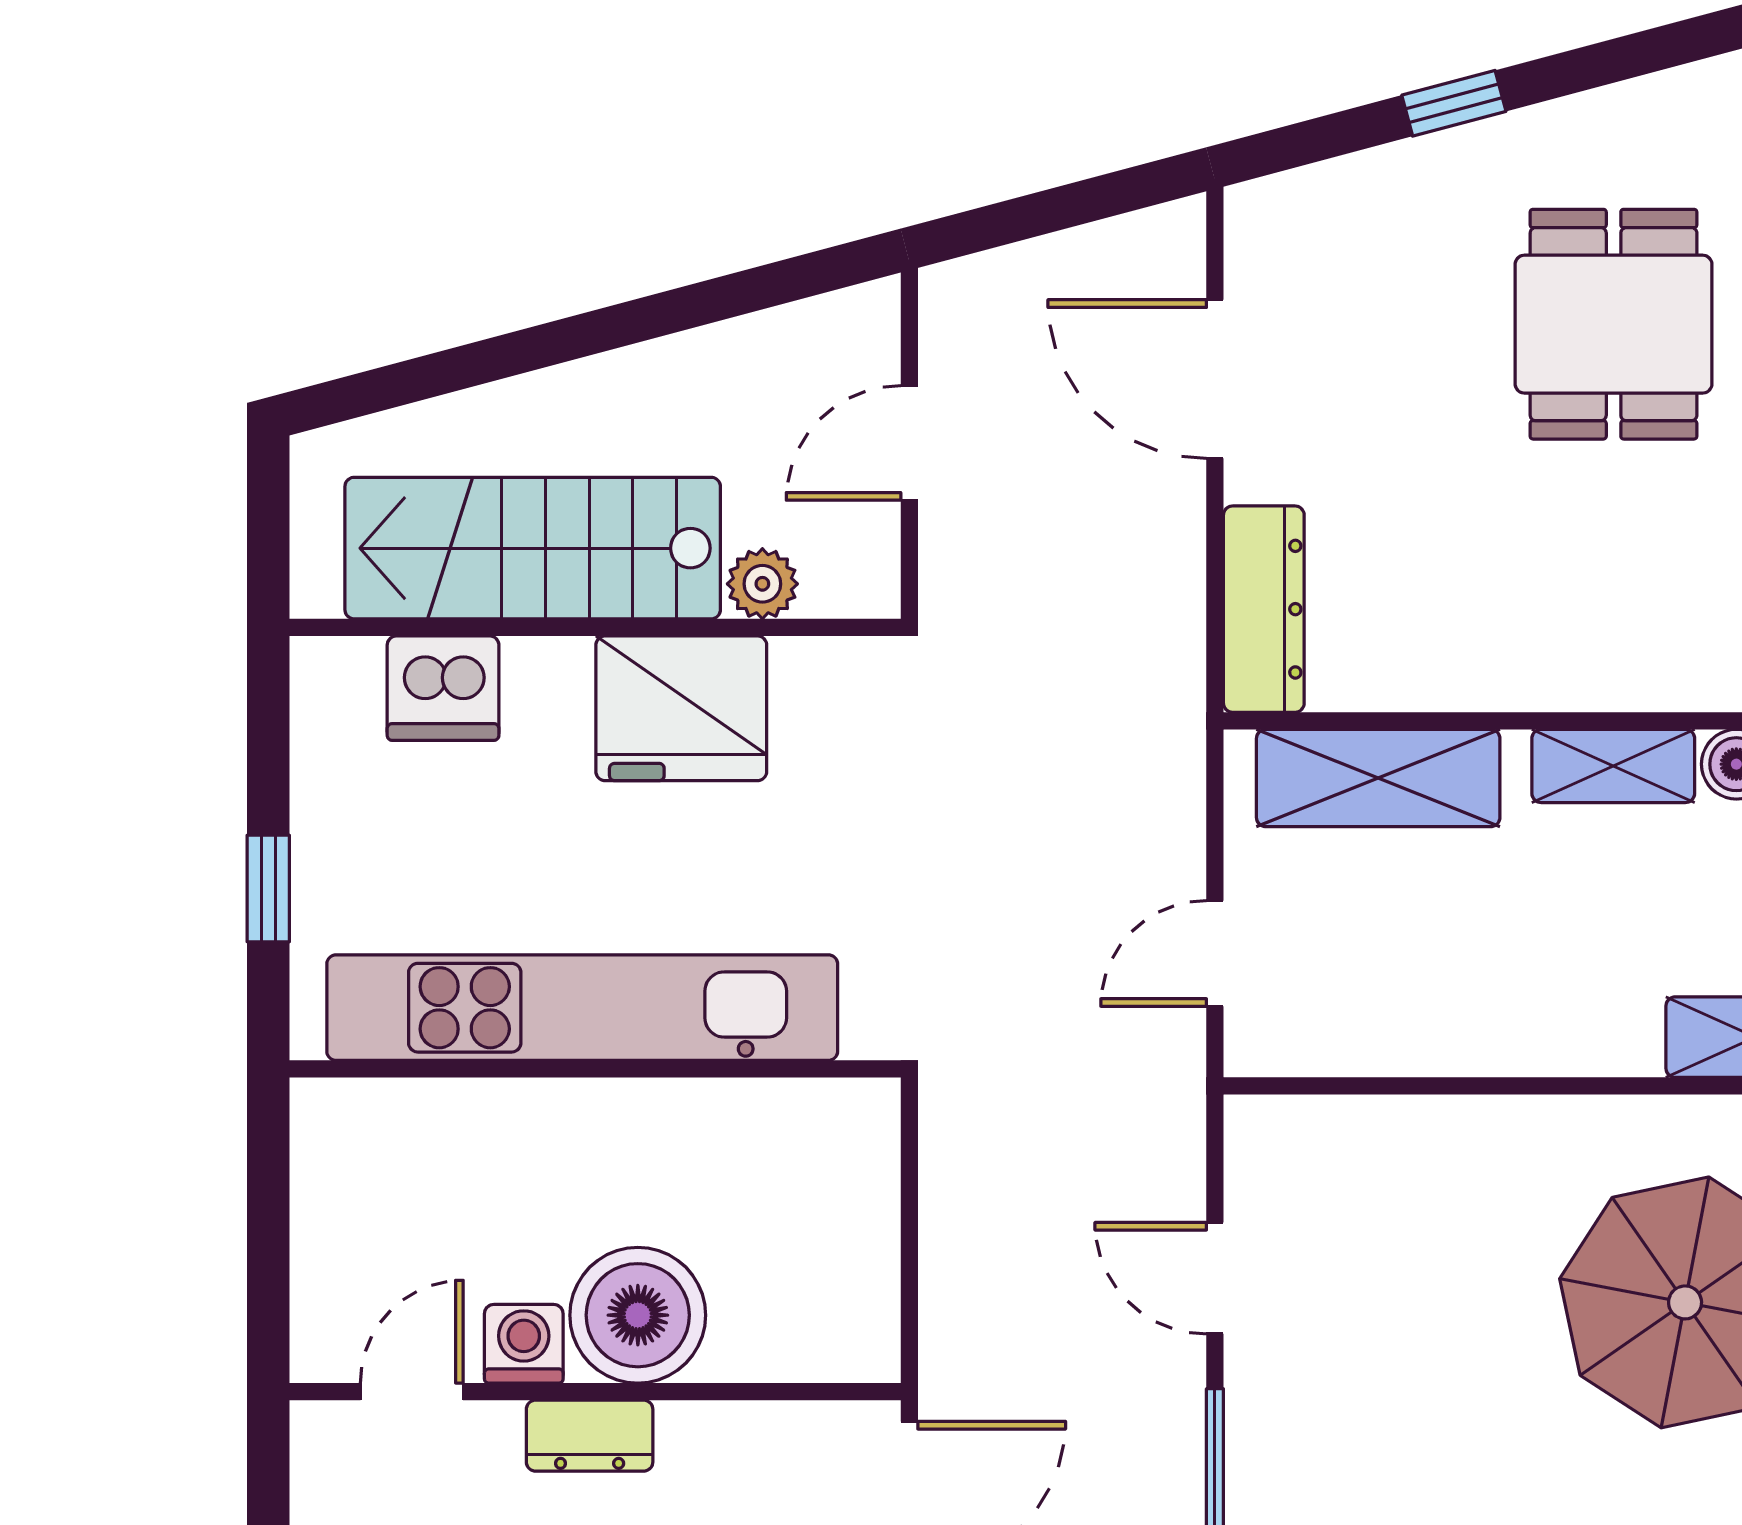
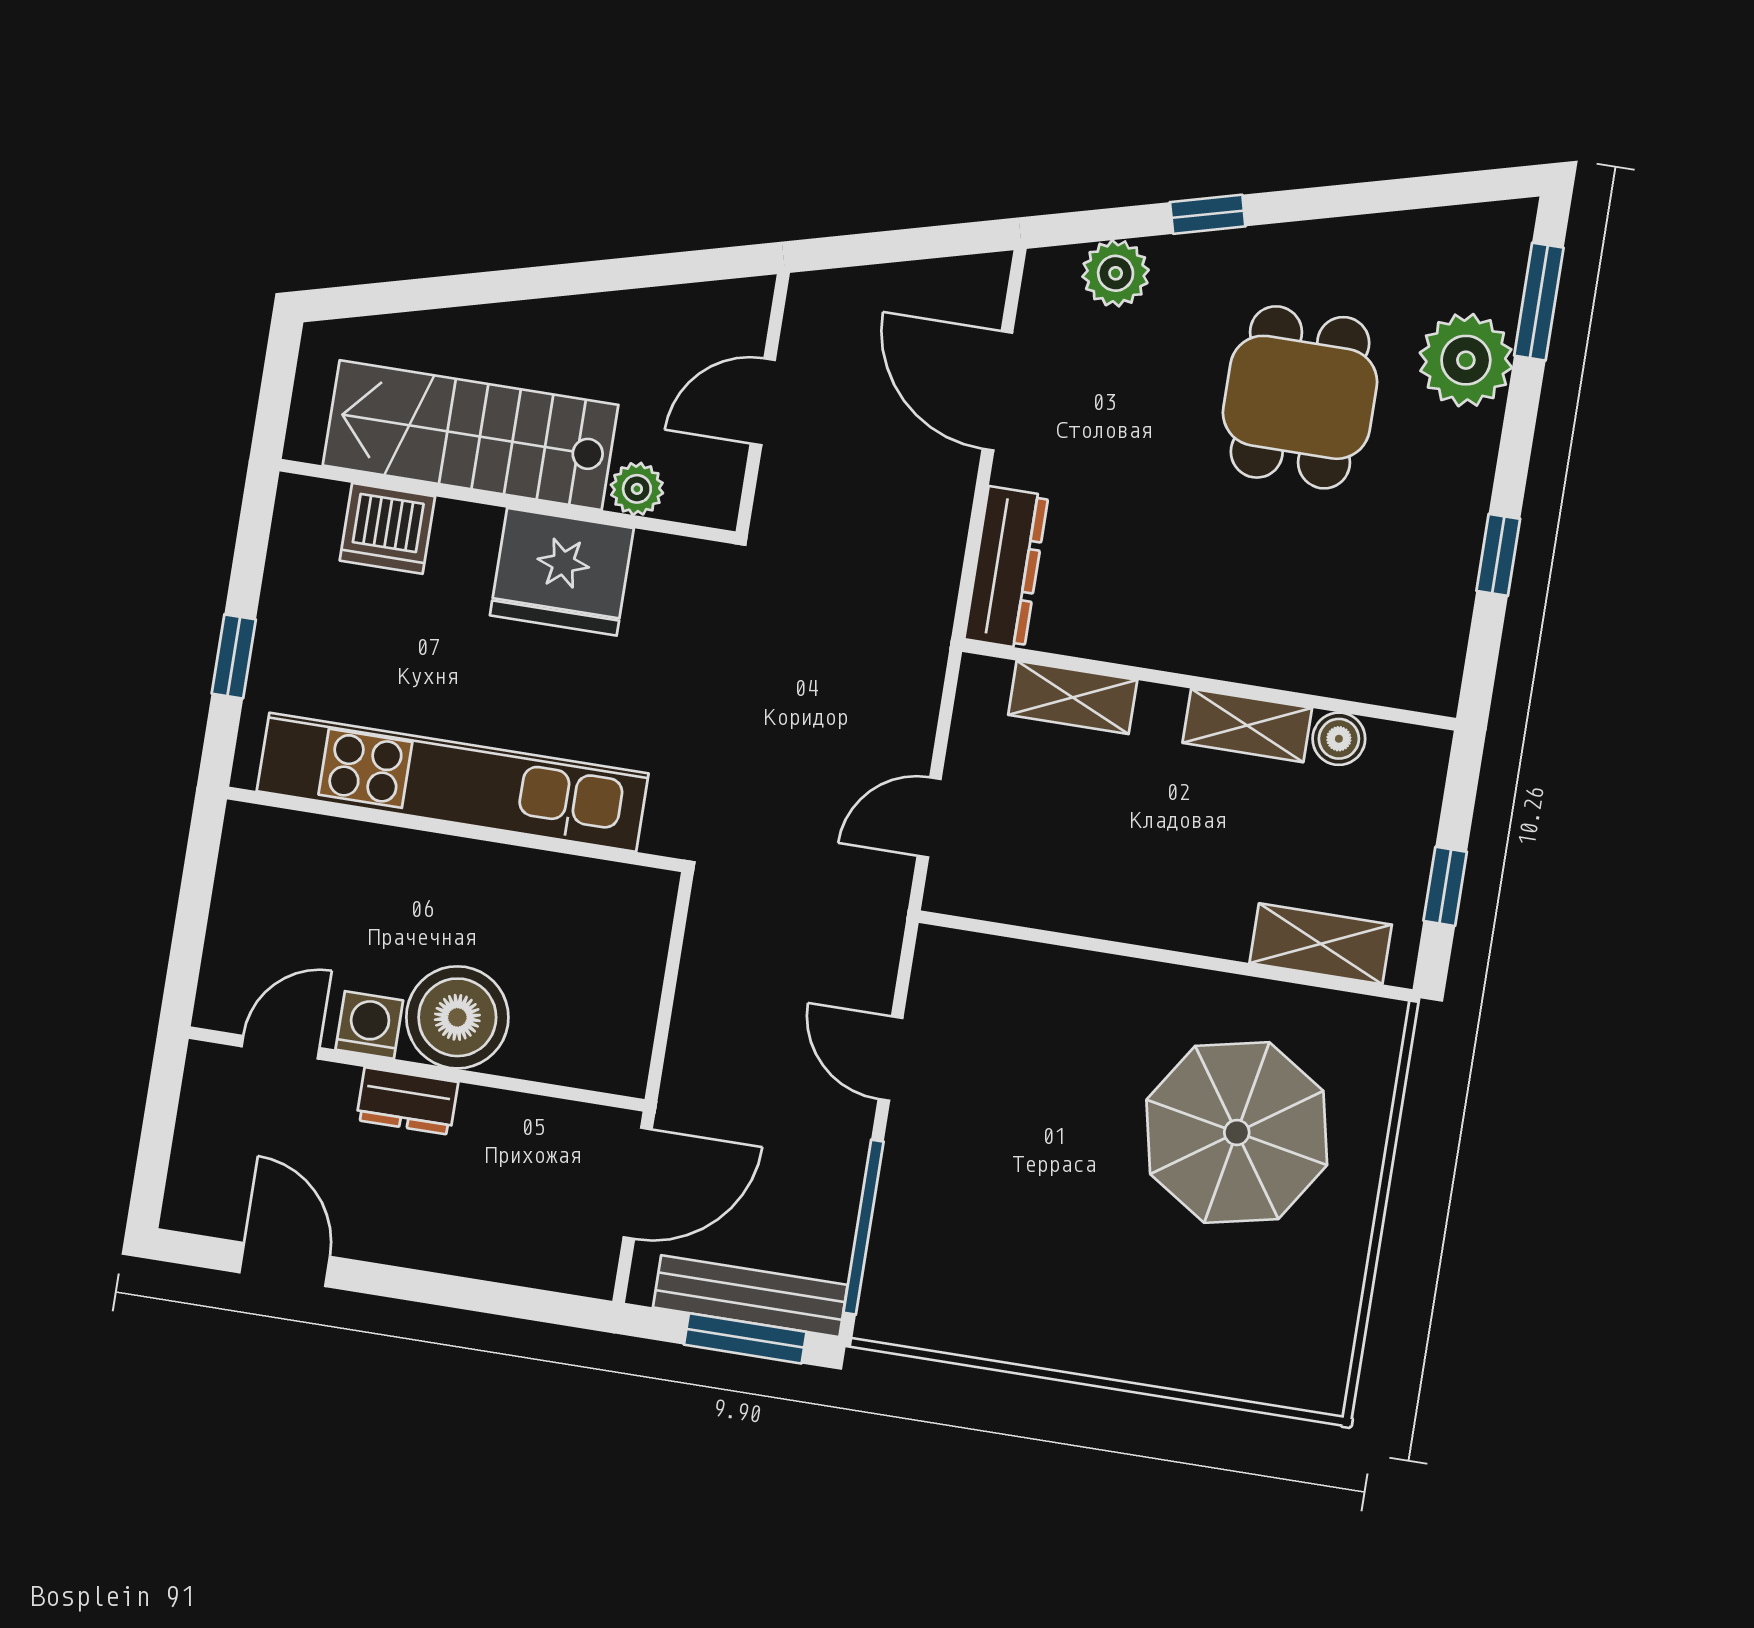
plant: (1345, 200) -> (1116, 273), added
shelving: (1378, 778) -> (1073, 697), width x0.67, depth x0.75

